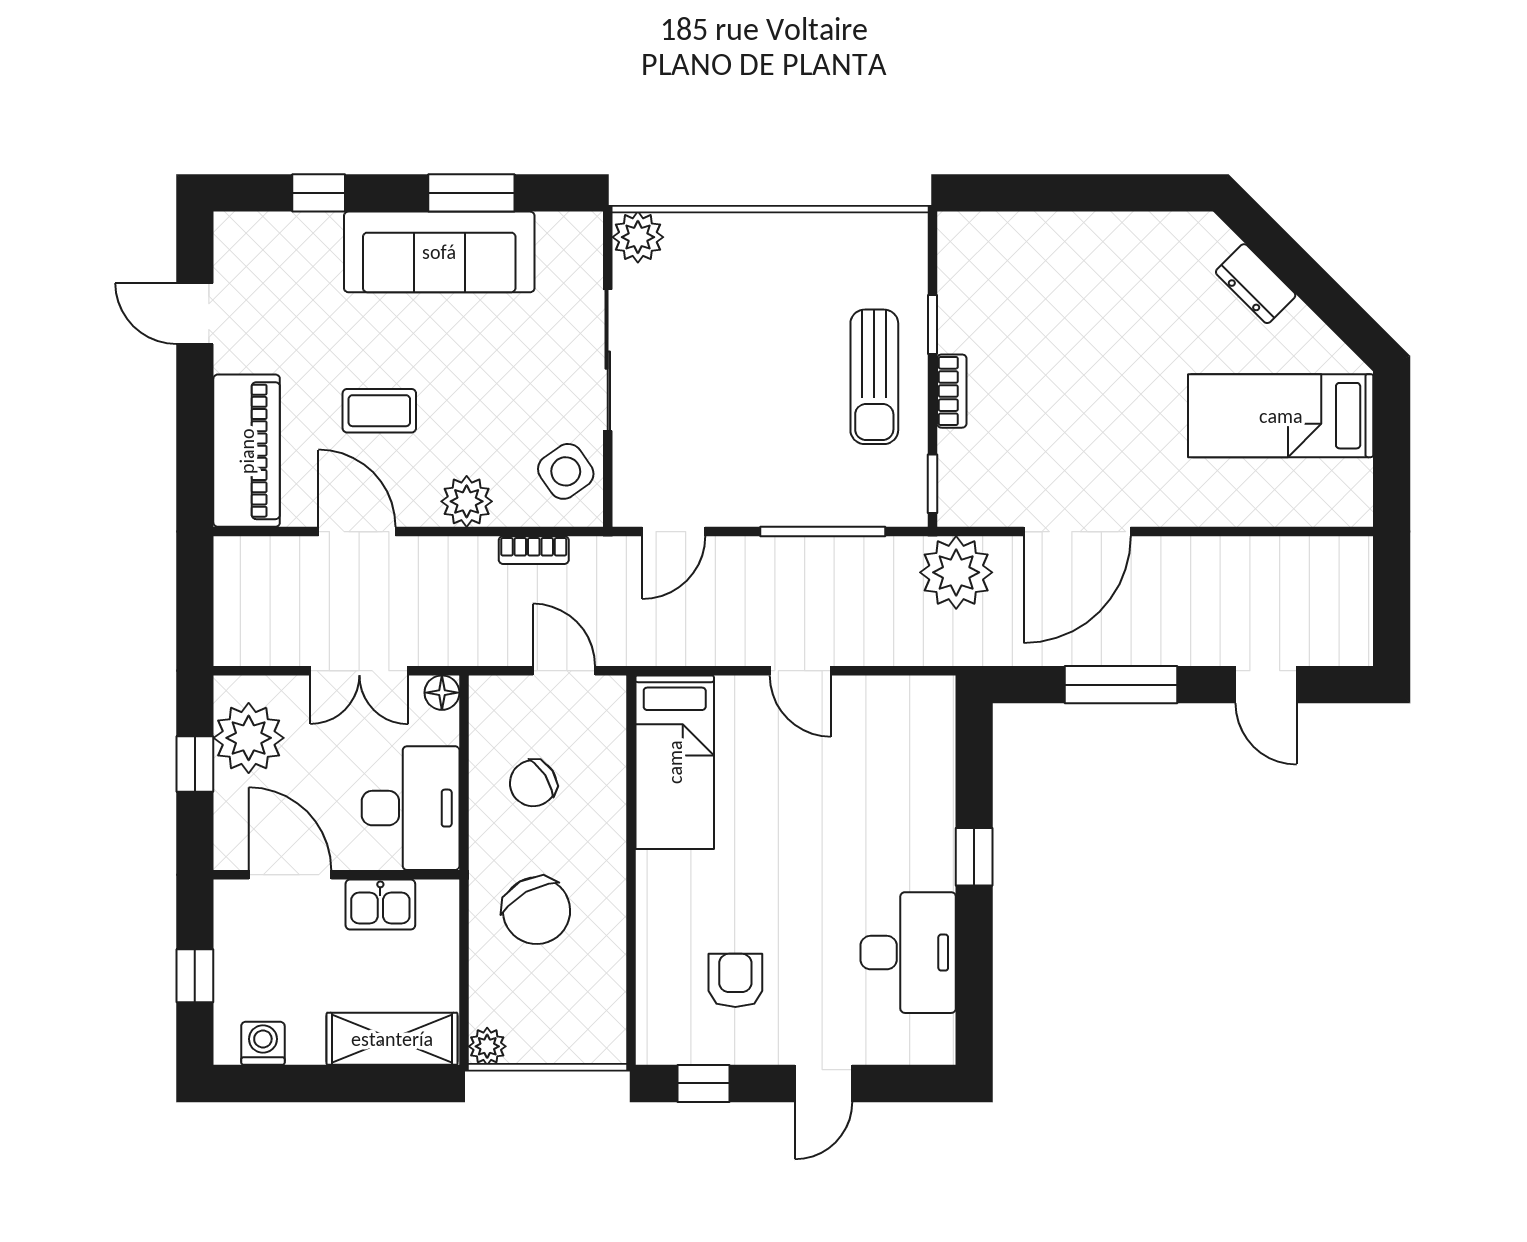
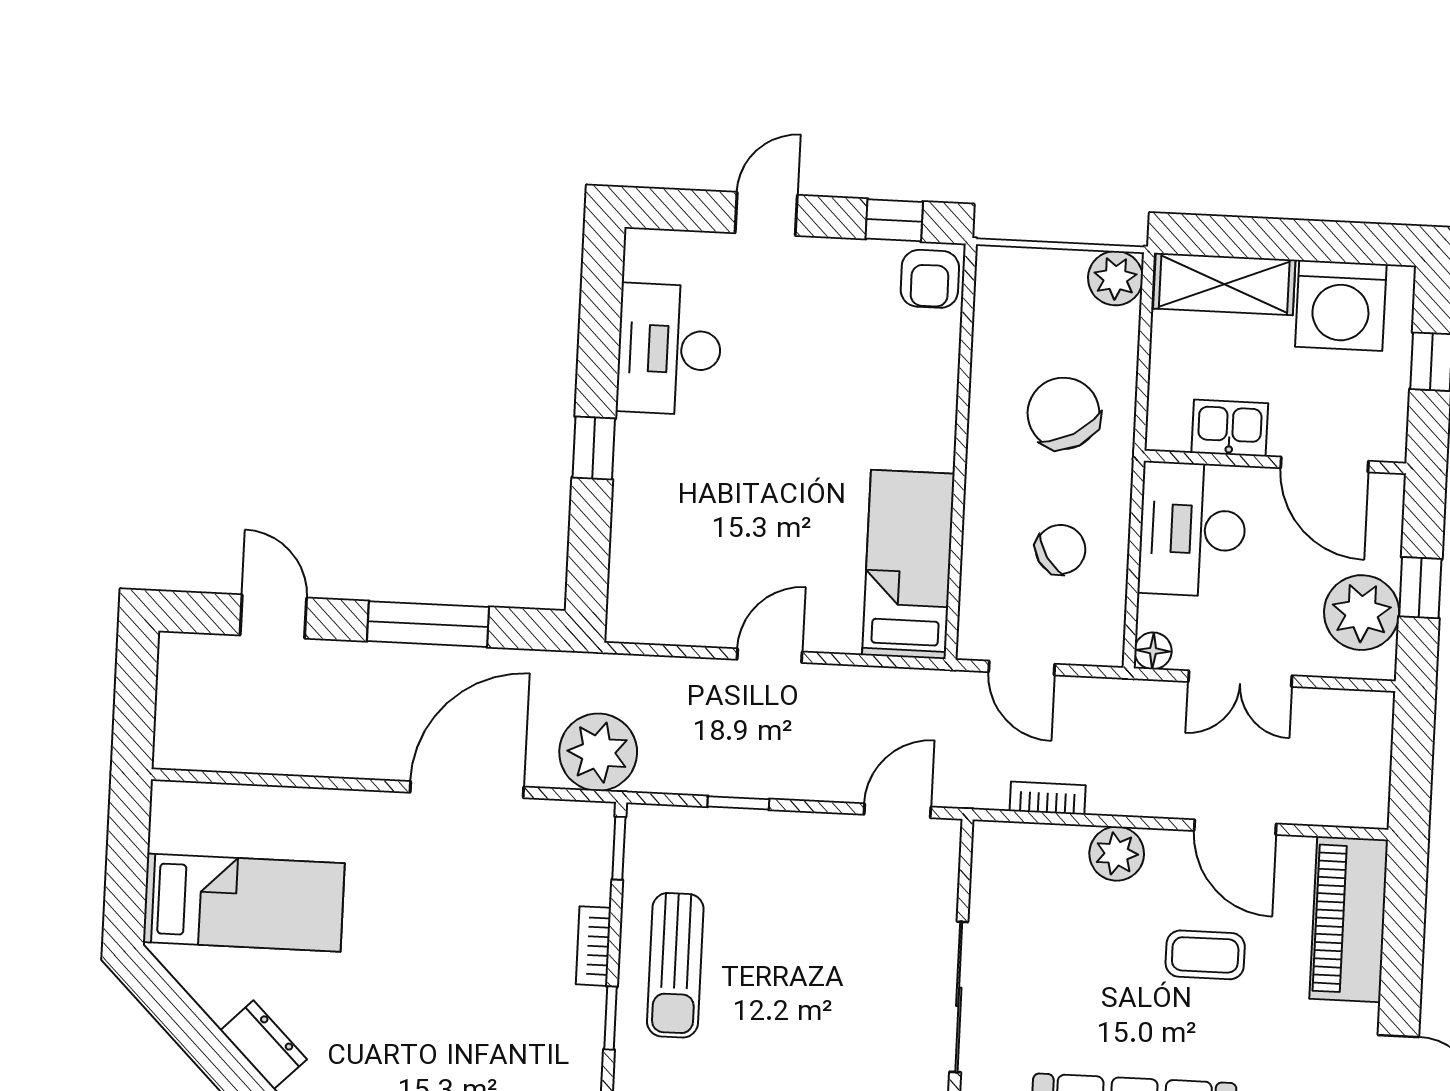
sun lounger: (874, 377) -> (675, 965), turned 180
side table: (566, 471) -> (1009, 880), removed
window: (823, 532) -> (738, 803), width x0.46
double door: (359, 671) -> (1240, 679), swing flipped
door: (800, 671) -> (770, 656), hinge flipped
armchair: (735, 980) -> (930, 279), moved
washing machine: (263, 1043) -> (1341, 306), width x1.89, depth x1.89
plant: (487, 1046) -> (1115, 278), width x1.38, depth x1.38

